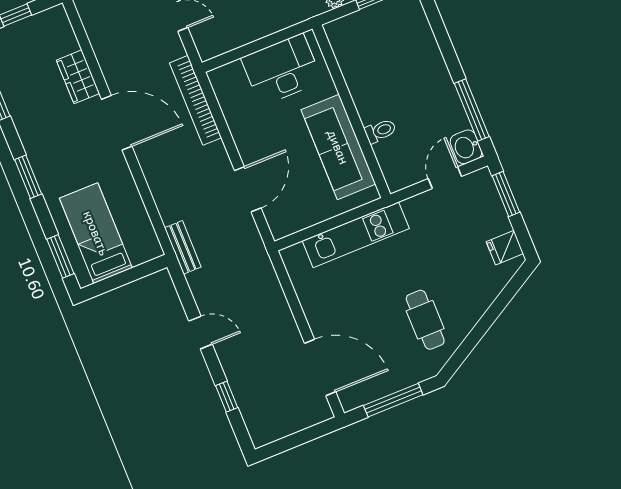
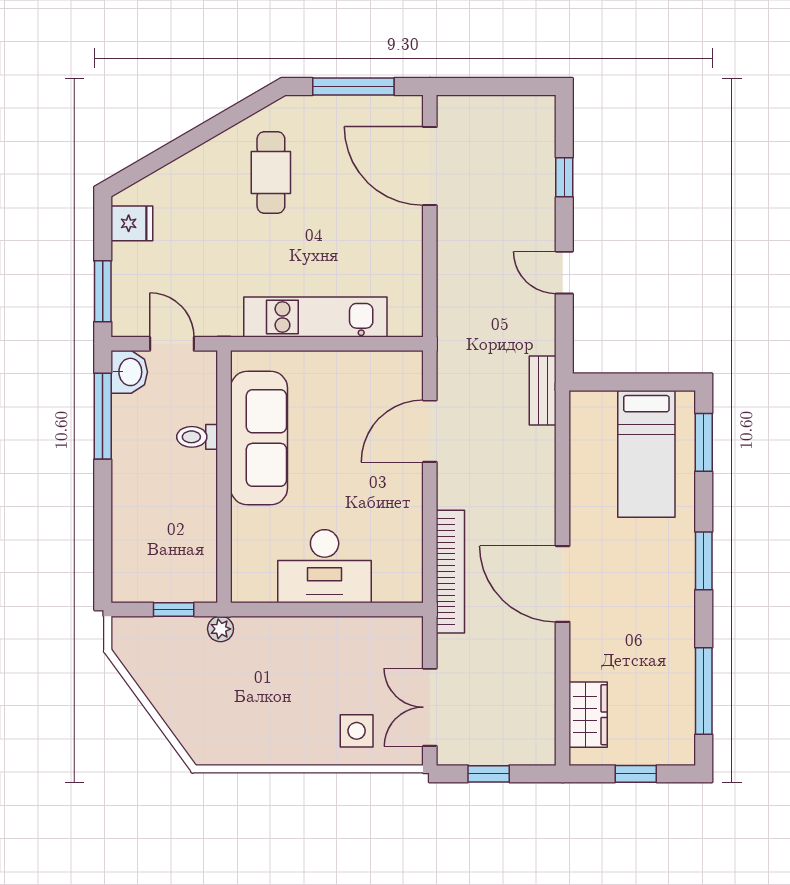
wardrobe: (78, 77) -> (588, 715), moved
wall: (351, 111) -> (224, 477), moved
toilet: (380, 131) -> (197, 437), moved
sofa: (338, 147) -> (259, 438), moved
door: (445, 178) -> (172, 344), swing flipped

